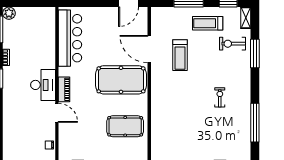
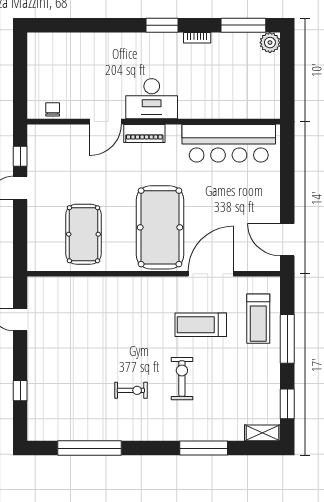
treadmill: (208, 23) -> (258, 319), moved, turned 180
exercise bike: (232, 44) -> (182, 379), moved

